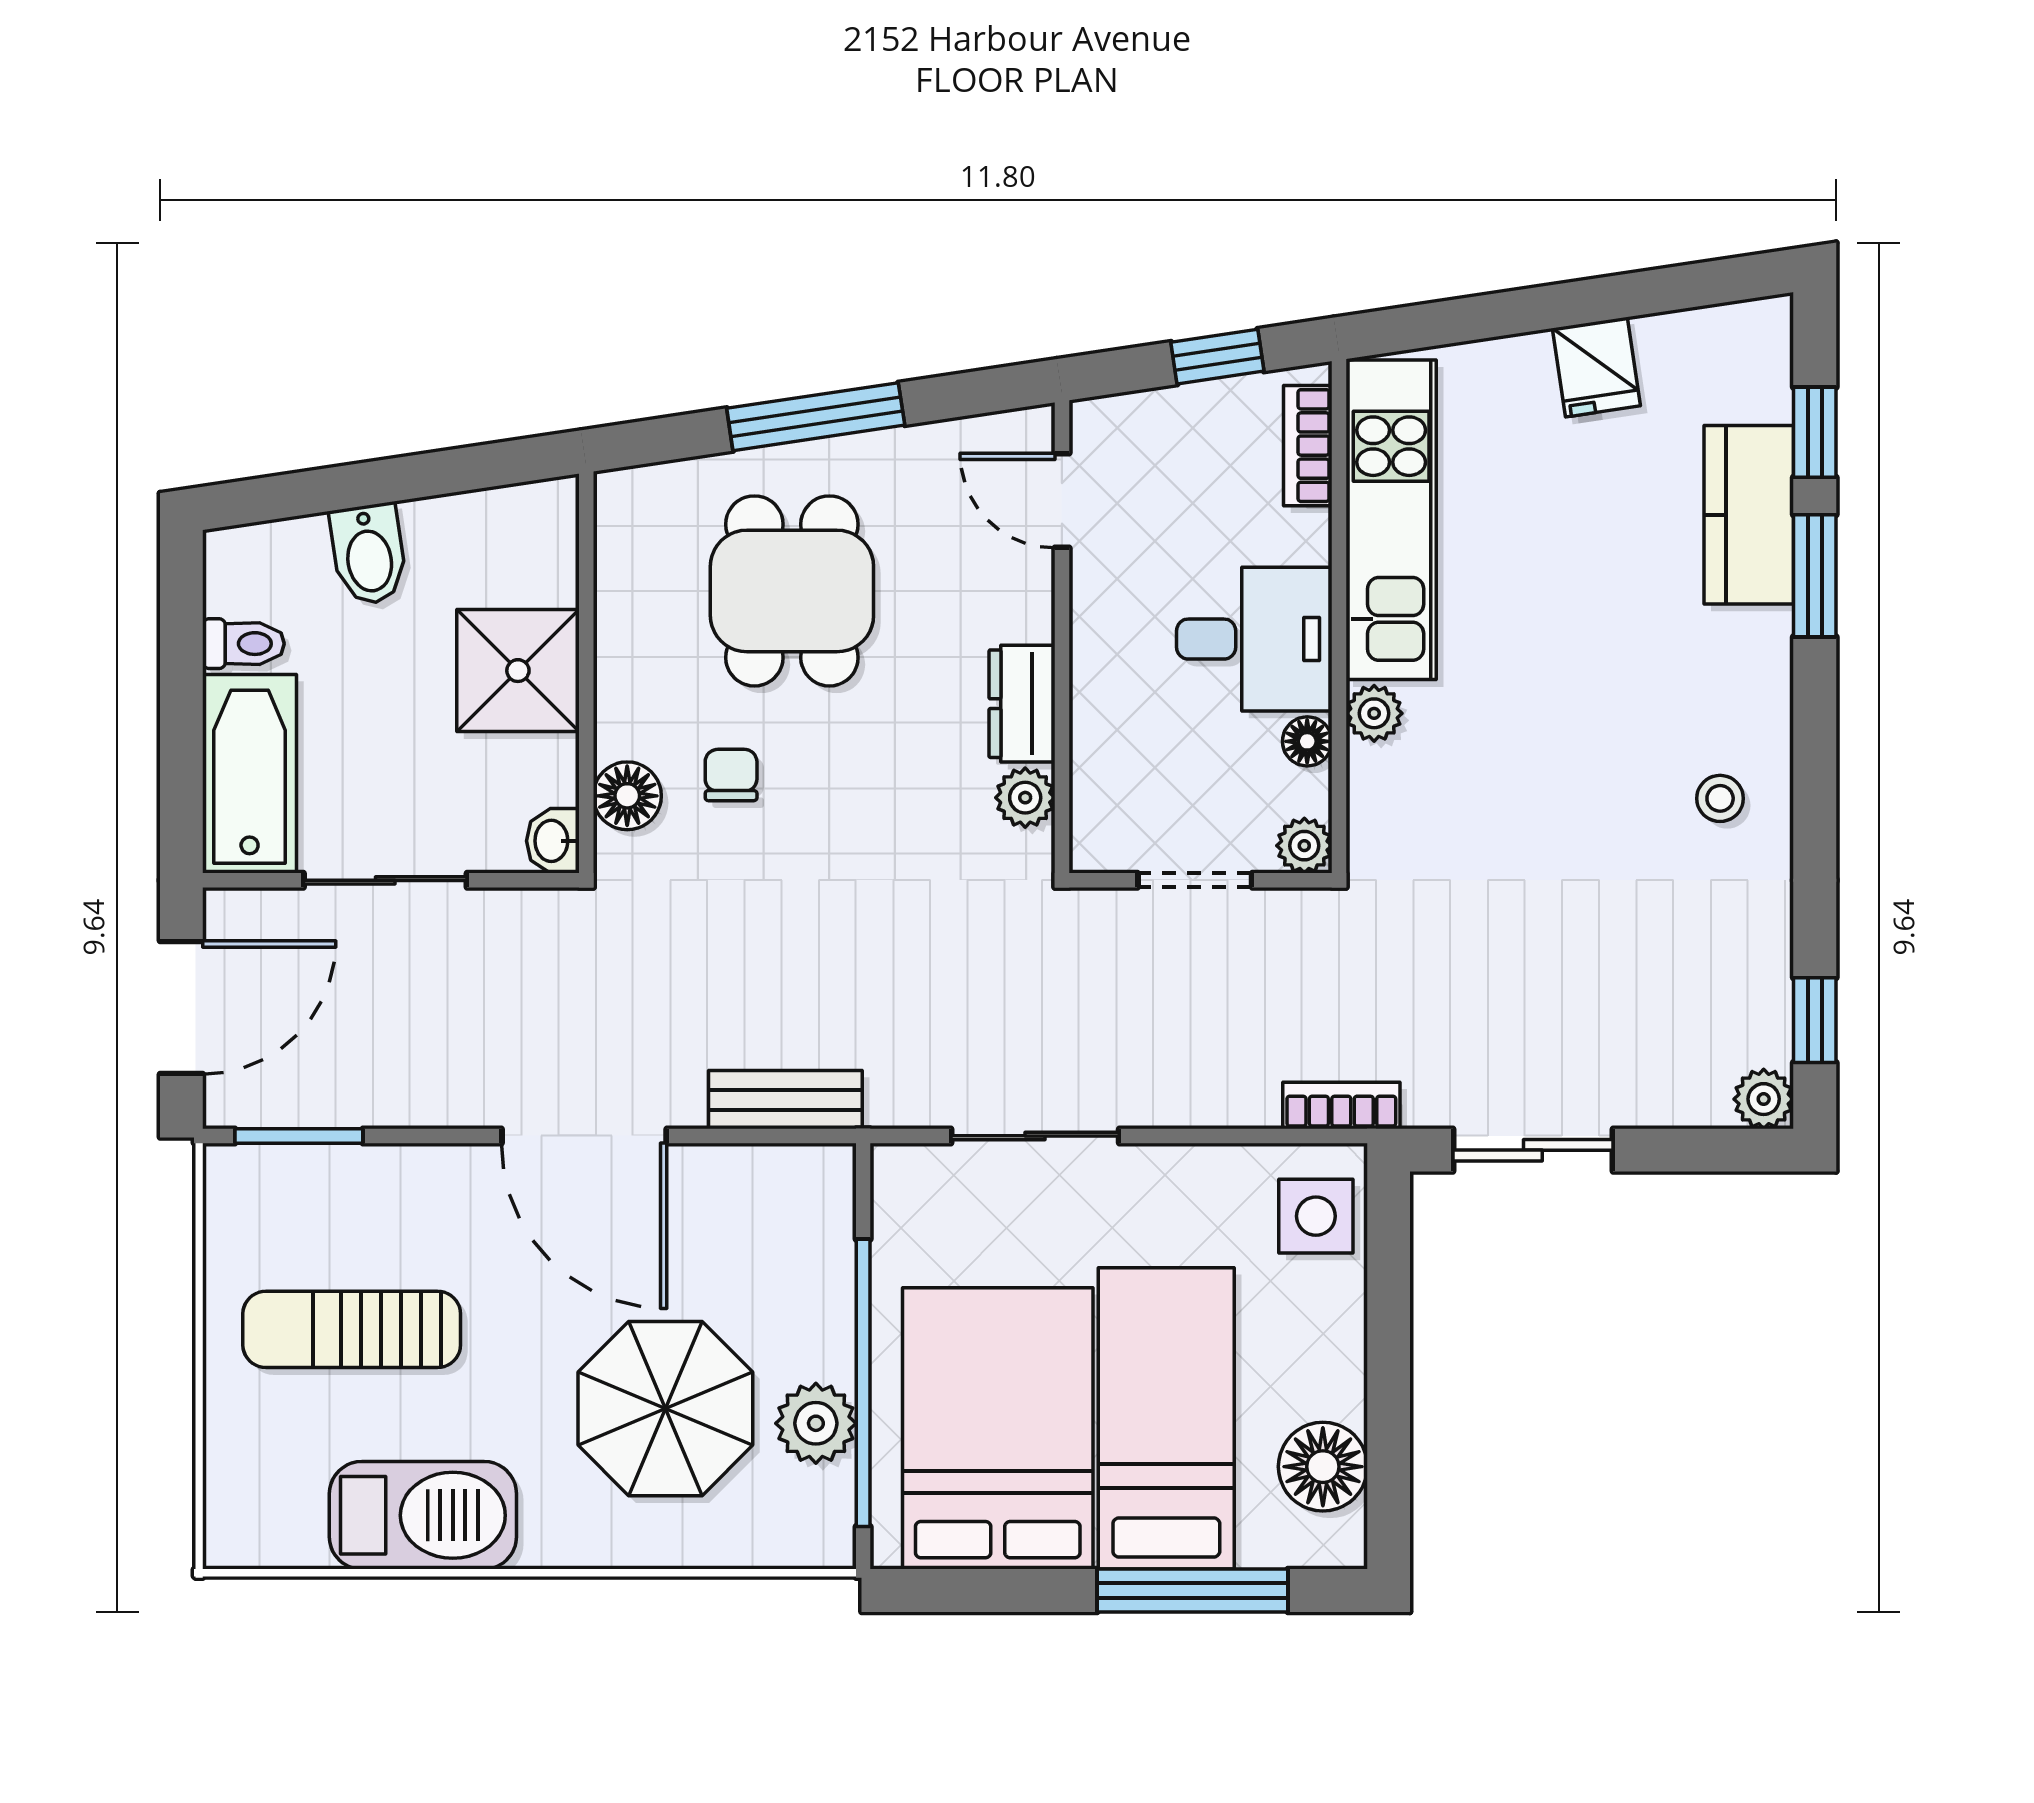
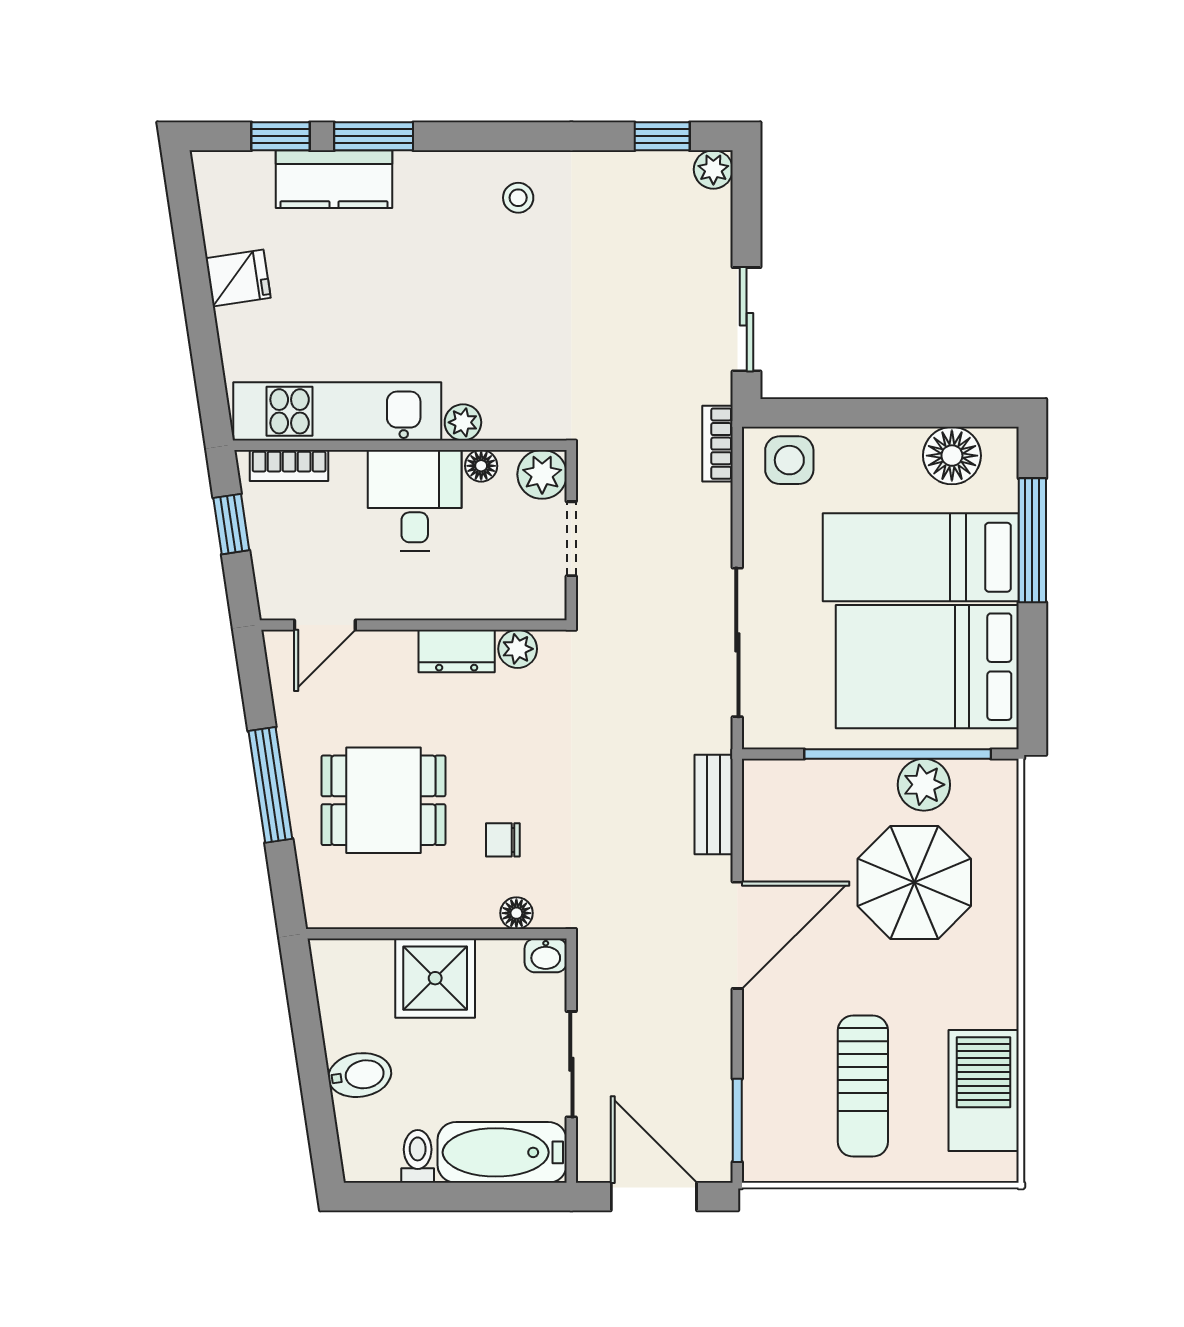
floor lamp: (627, 796) -> (516, 913), width x0.73, depth x0.73
plant: (1304, 846) -> (542, 474), width x1.38, depth x1.38
sliding door: (1035, 1136) -> (737, 642), width x1.37
barbecue: (423, 1515) -> (984, 1090), moved

